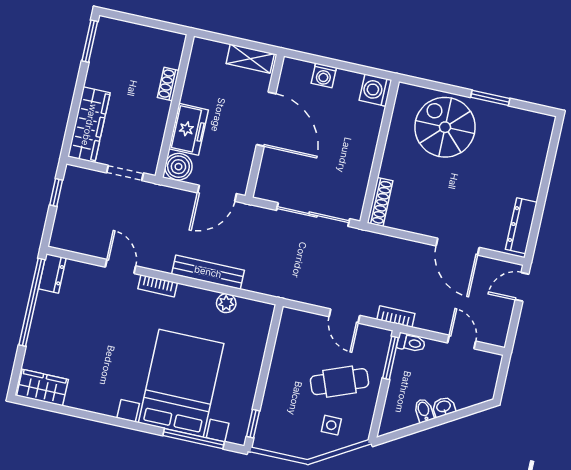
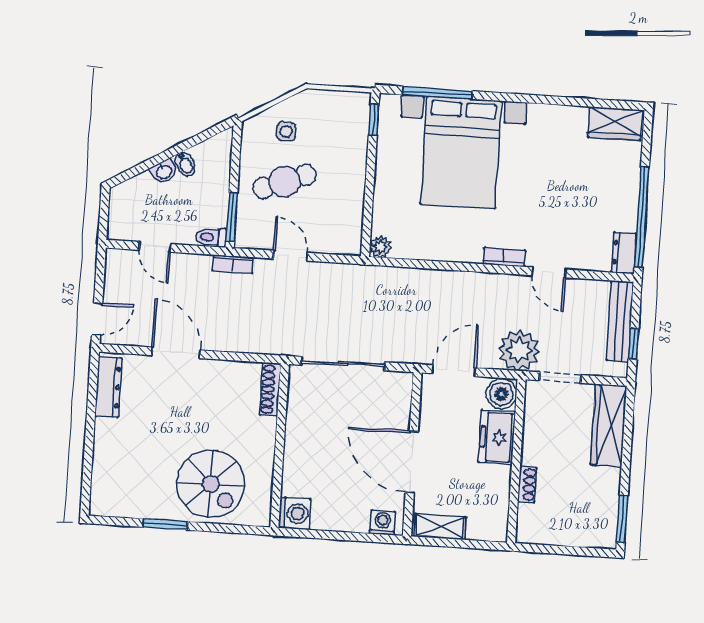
washing machine: (324, 75) -> (383, 523), moved
plant: (157, 202) -> (519, 350), added
bench: (208, 272) -> (620, 322), moved, turned 90
plant: (226, 303) -> (380, 247), moved

